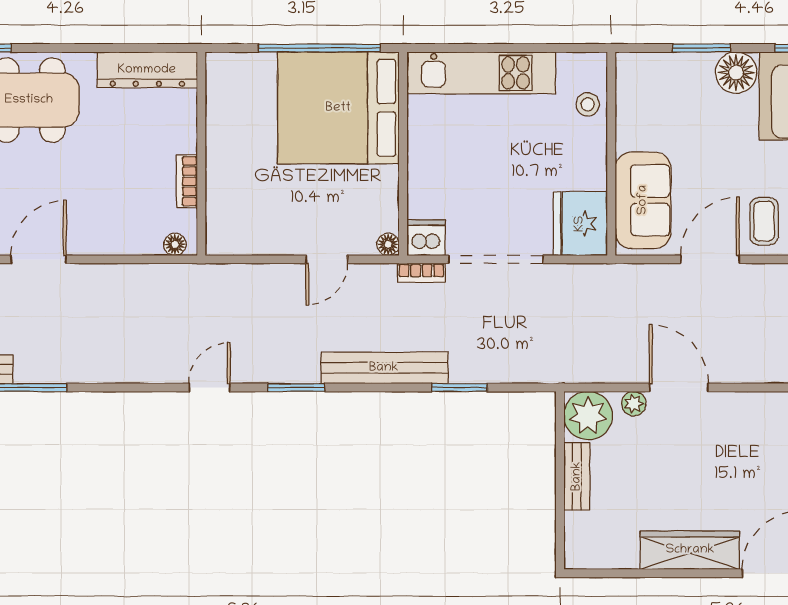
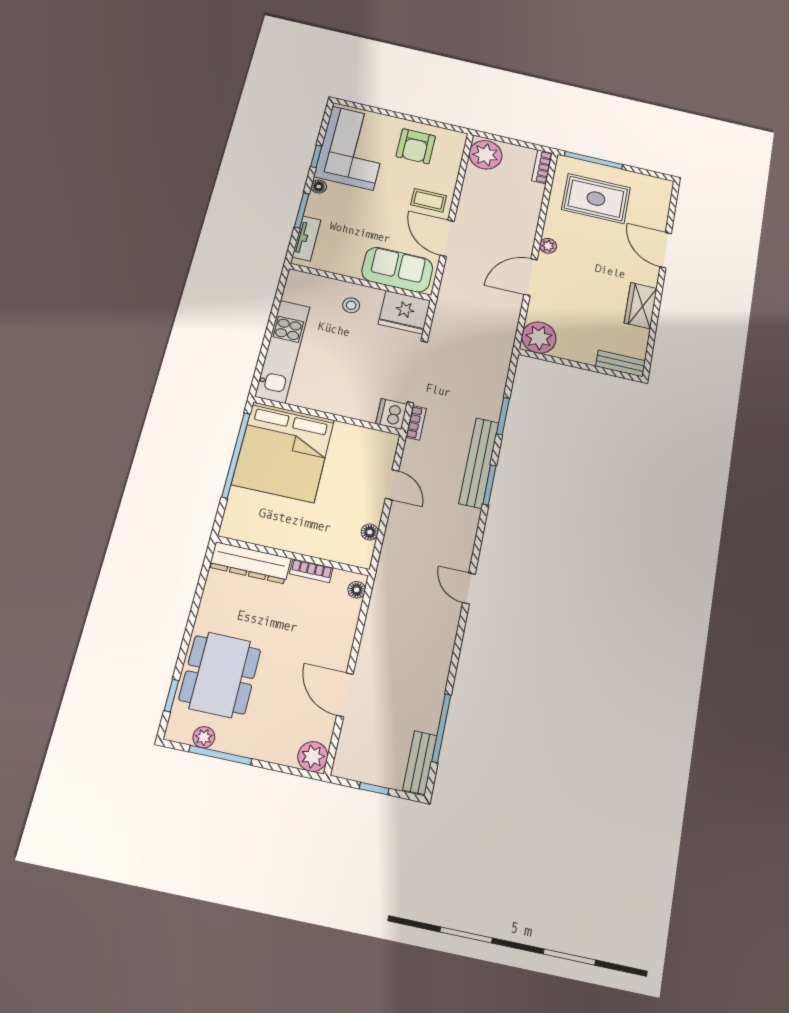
tv unit: (660, 65) -> (306, 238), added
dresser: (147, 70) -> (250, 563), moved, turned 90
floor lamp: (736, 73) -> (319, 187), width x0.53, depth x0.53
stool: (588, 104) -> (351, 305), moved
floor lamp: (388, 244) -> (370, 532), moved
window: (296, 387) -> (489, 485), moved
plant: (634, 404) -> (548, 246), moved
bench: (577, 476) -> (621, 364), moved
wardrobe: (690, 550) -> (641, 306), width x0.67

